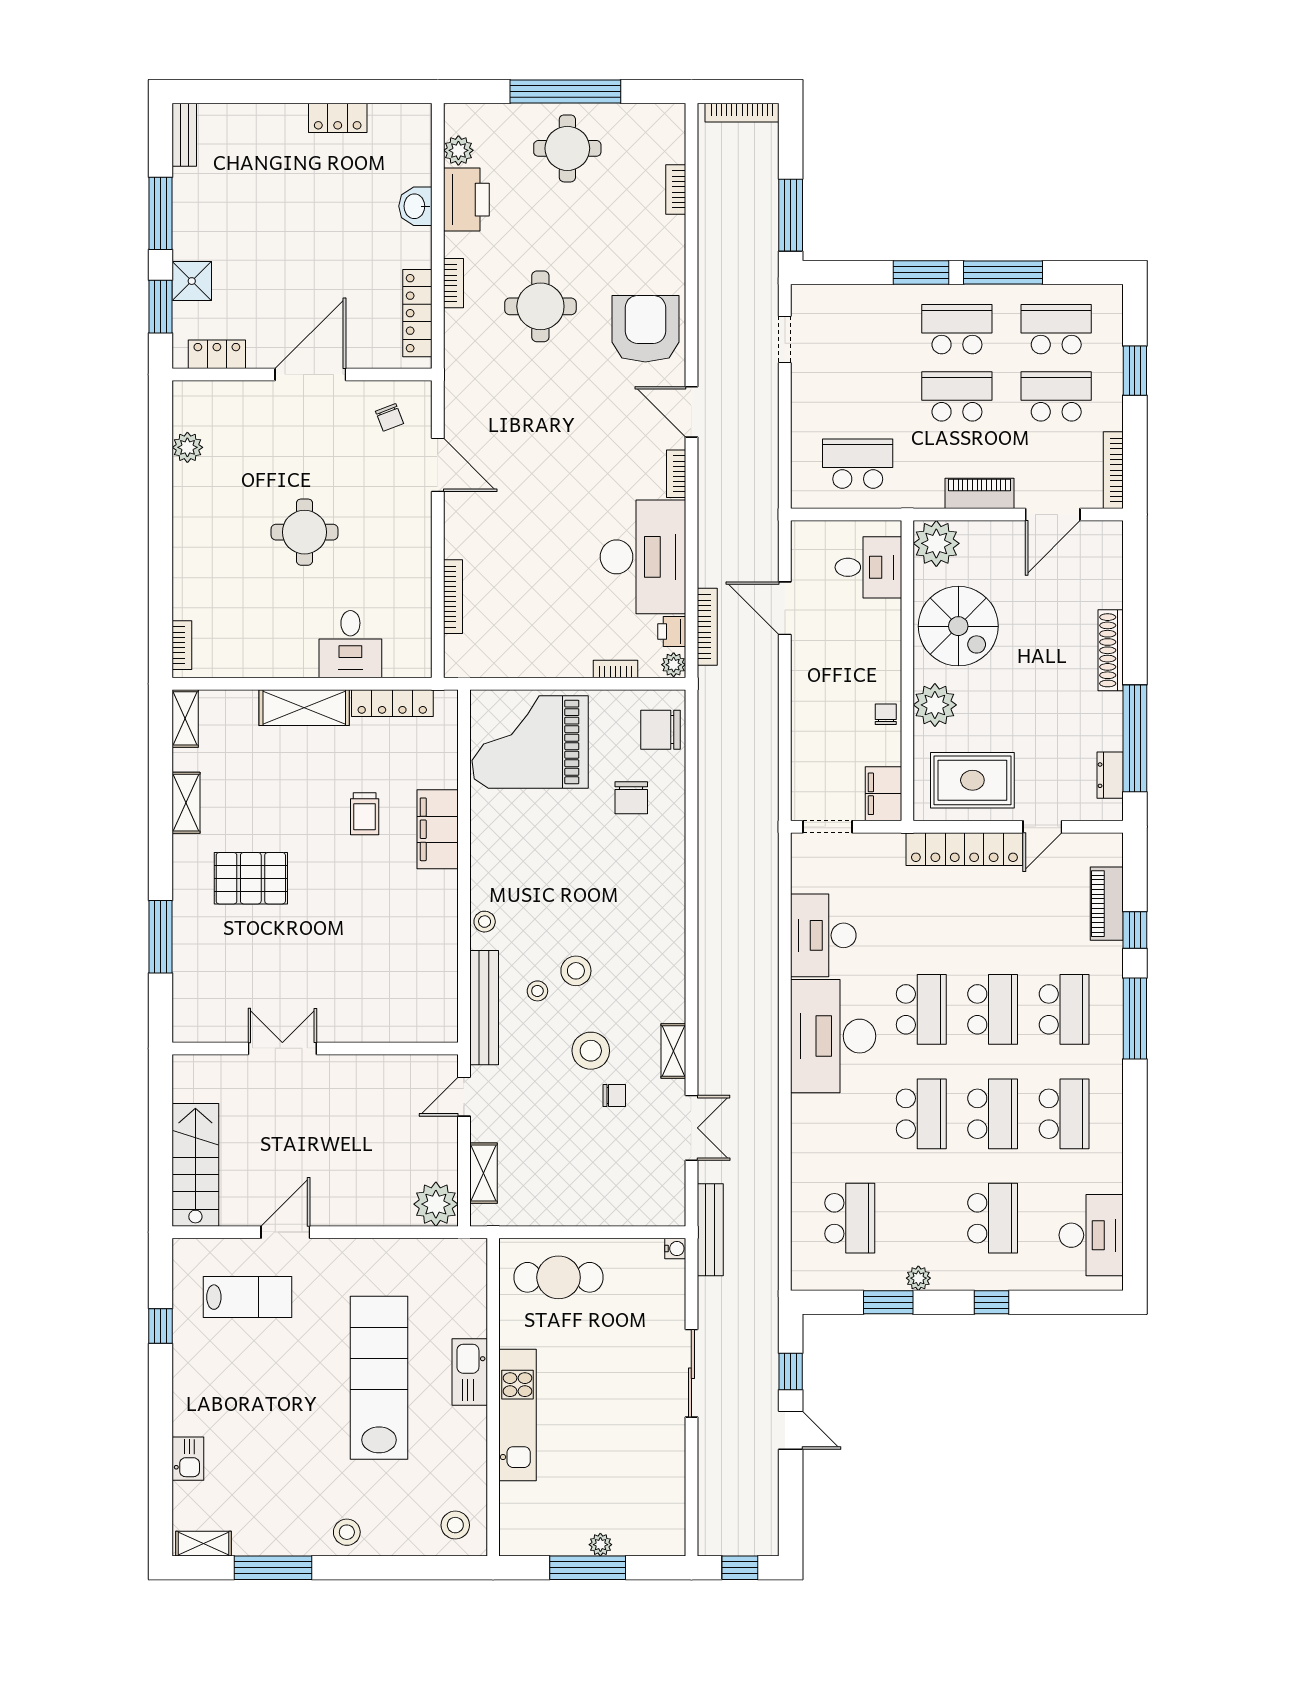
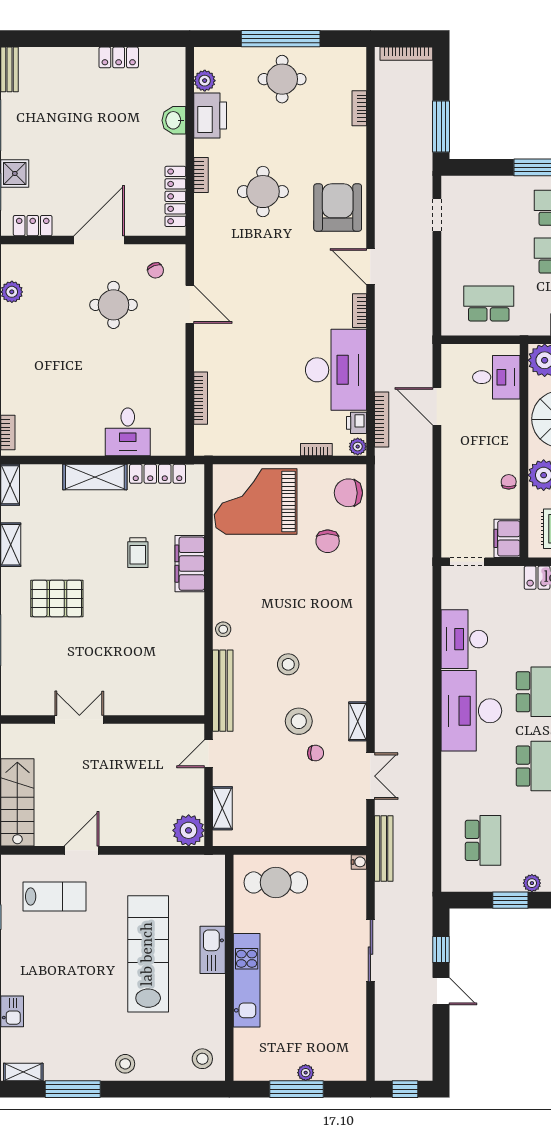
round table: (305, 532) -> (114, 305), moved
stool: (537, 991) -> (261, 679), removed

